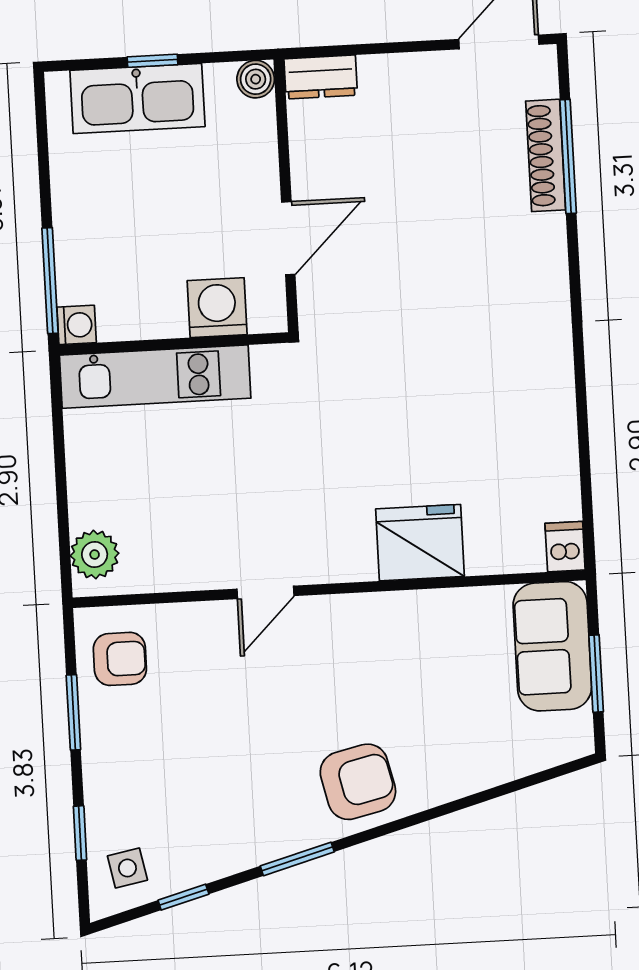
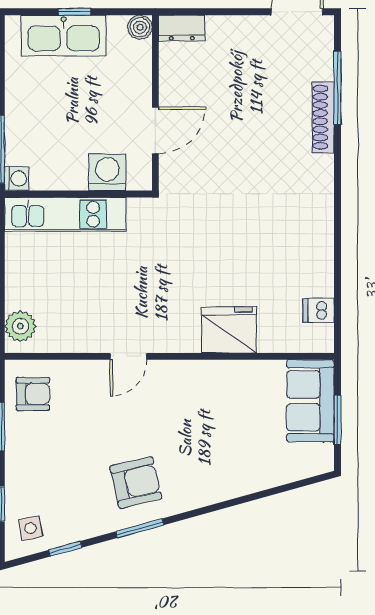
shoe rack: (546, 155) -> (323, 117), moved
dishwasher: (565, 547) -> (318, 310), moved, turned -90
armchair: (358, 782) -> (136, 483), moved

